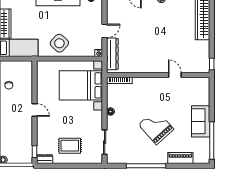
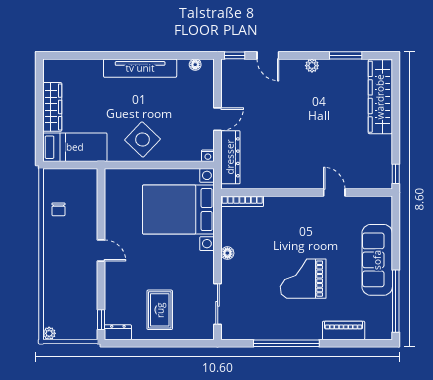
sofa: (201, 121) -> (377, 260), width x1.36
grand piano: (156, 127) -> (303, 279), turned -48
rug: (70, 146) -> (160, 310), turned 90

